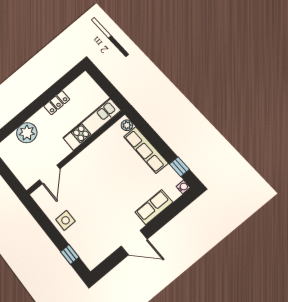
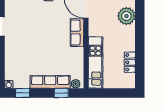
locker: (57, 103) -> (130, 62), moved
window: (147, 131) -> (61, 93), added
row of seats: (154, 207) -> (77, 33), moved, turned 180

